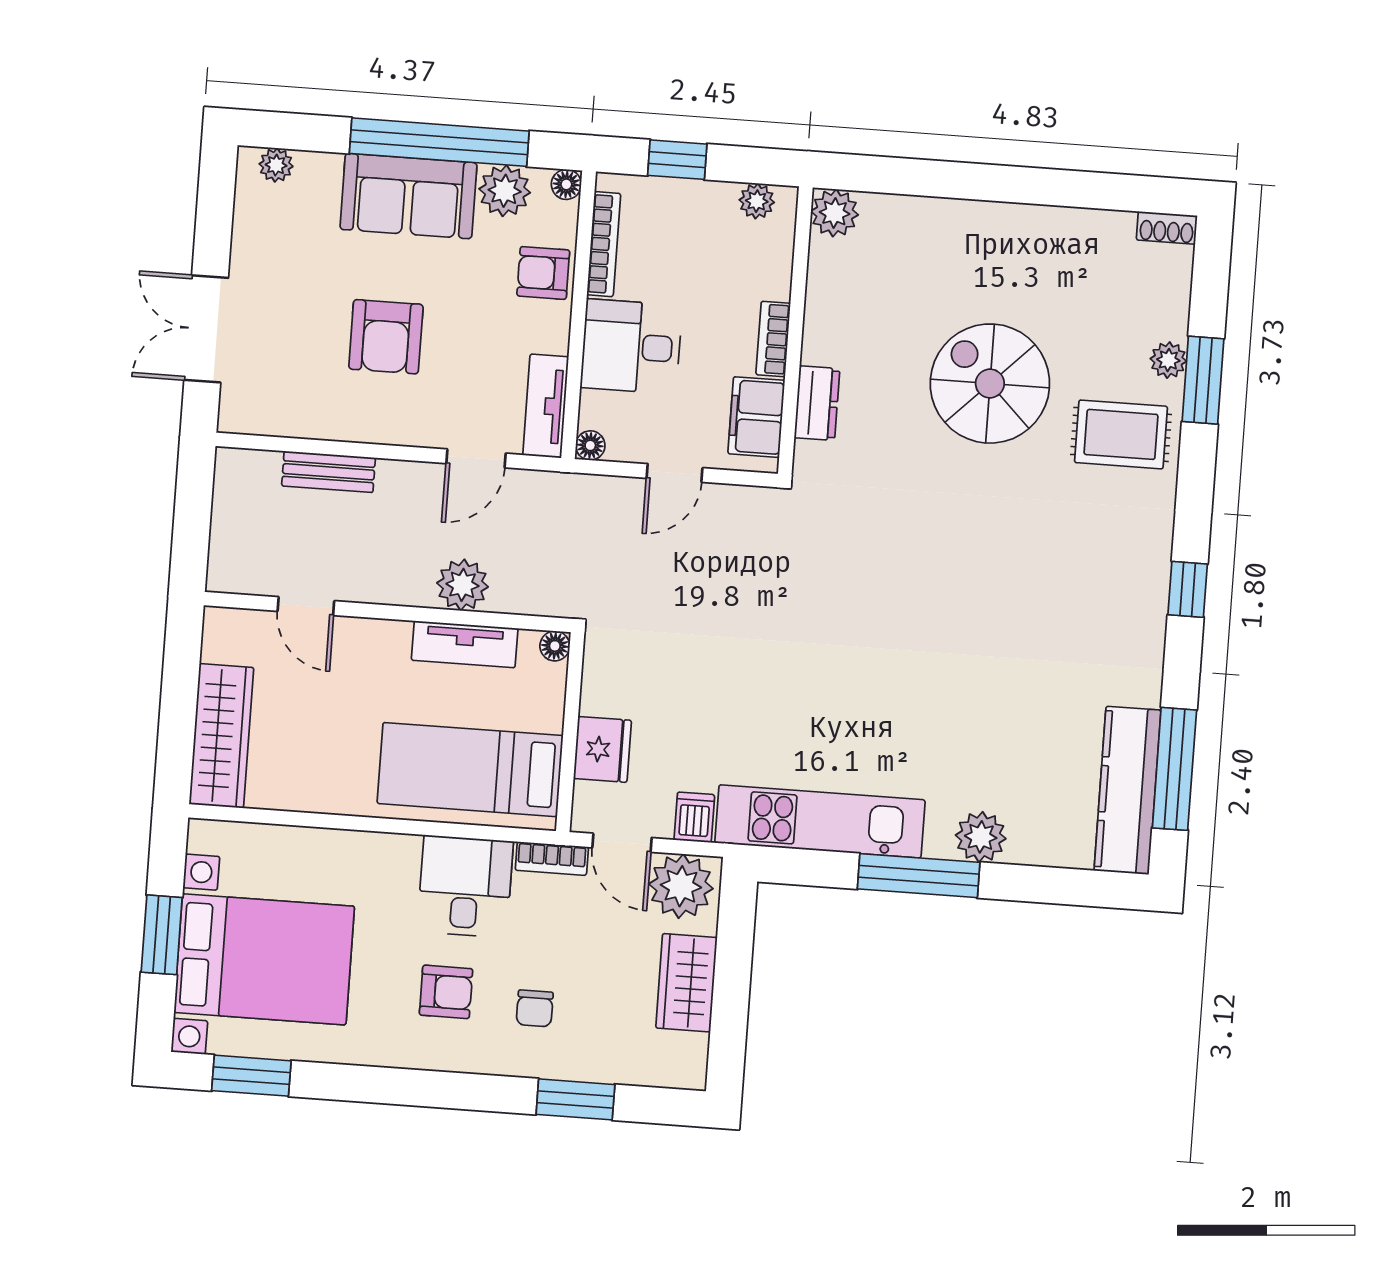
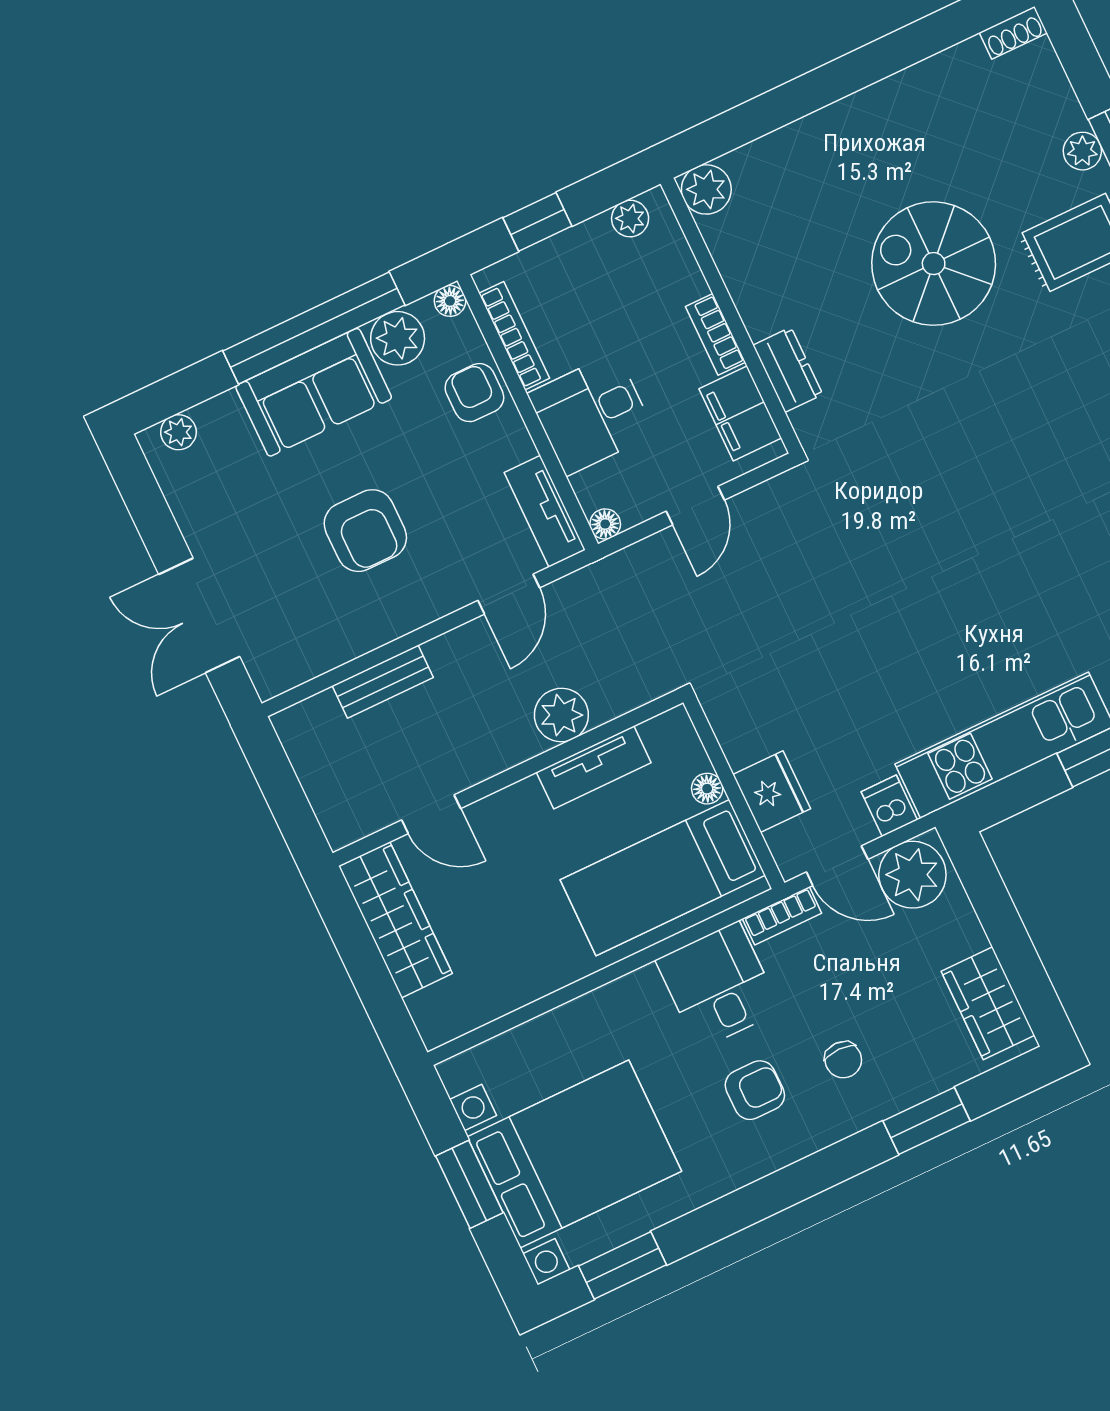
armchair: (543, 273) -> (474, 393), turned 90
floor lamp: (555, 646) -> (707, 789), moved
wardrobe: (221, 736) -> (395, 920), moved
wardrobe: (686, 983) -> (988, 1003), moved

